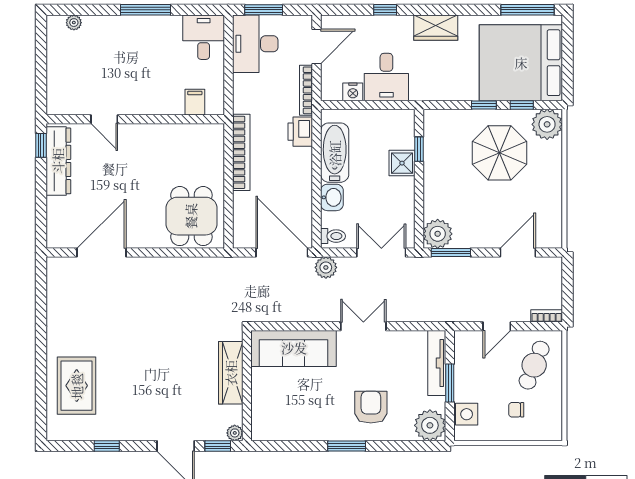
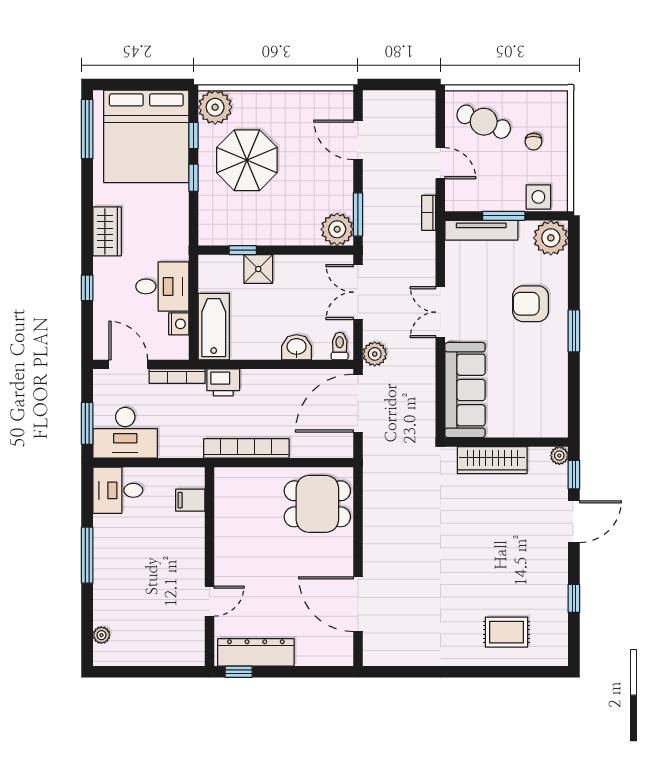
bathtub: (335, 153) -> (214, 327), moved, turned 90
bookcase: (547, 316) -> (429, 213), moved
rug: (77, 386) -> (507, 632), width x0.73, depth x0.70

